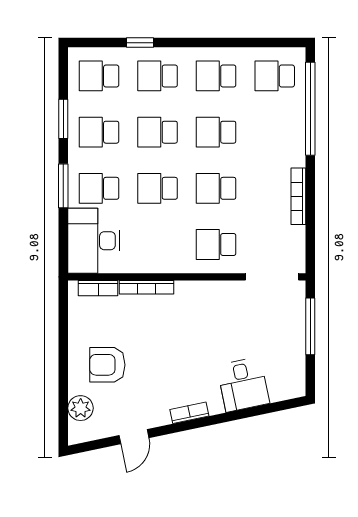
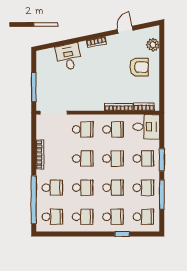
window: (63, 119) -> (162, 195), width x1.44
school desk: (275, 132) -> (52, 188), added
desk: (94, 241) -> (146, 127), width x0.73
school desk: (158, 245) -> (113, 129), added

